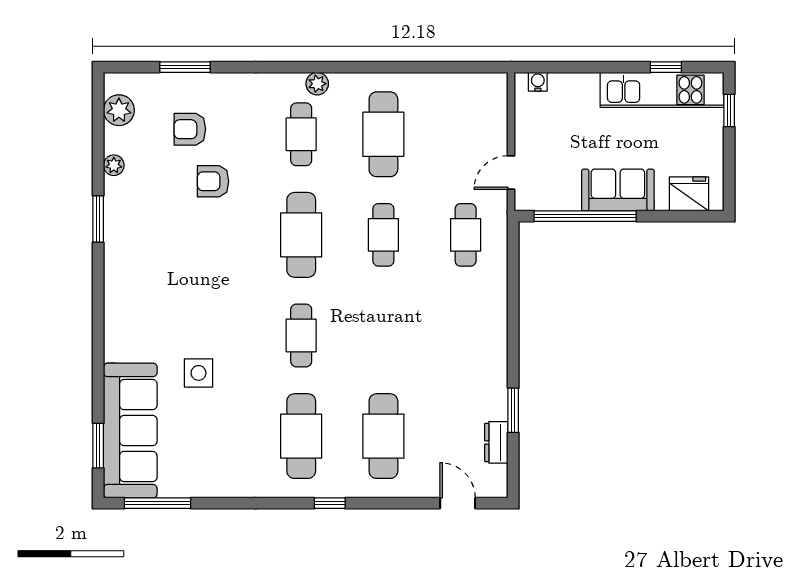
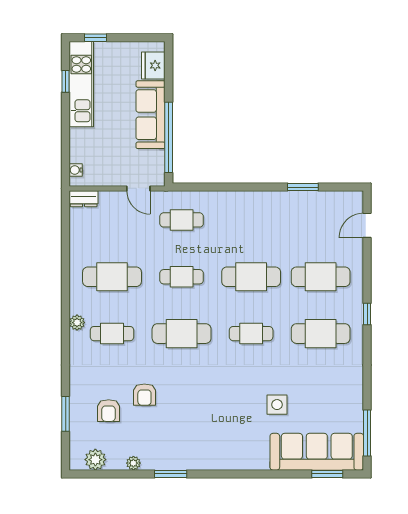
sofa: (618, 190) -> (151, 115), width x1.36
cafe table: (383, 335) -> (251, 277), added
dresser: (496, 442) -> (84, 199), moved

